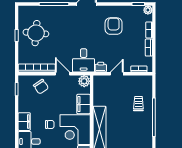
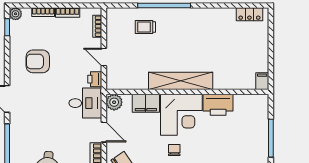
door: (63, 74) -> (104, 132), swing flipped

